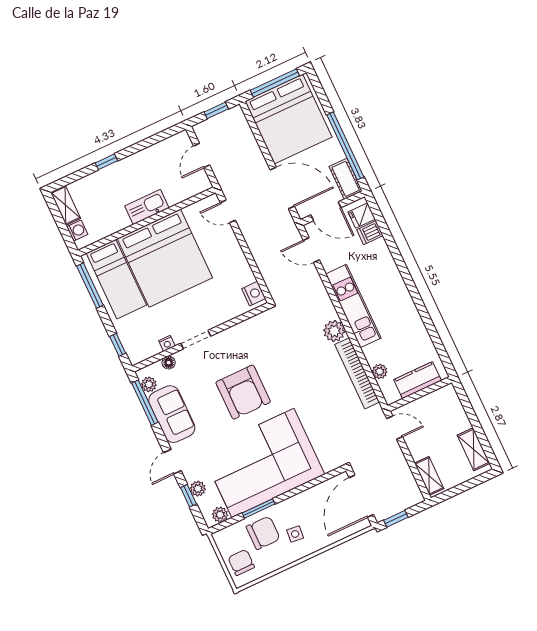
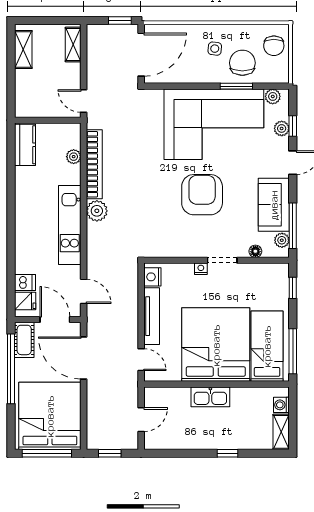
tv unit: (237, 257) -> (152, 316), added
nightstand: (167, 343) -> (201, 269), moved
kitchen counter: (418, 380) -> (25, 145), moved, turned -90
chair: (263, 533) -> (242, 63), turned 90

